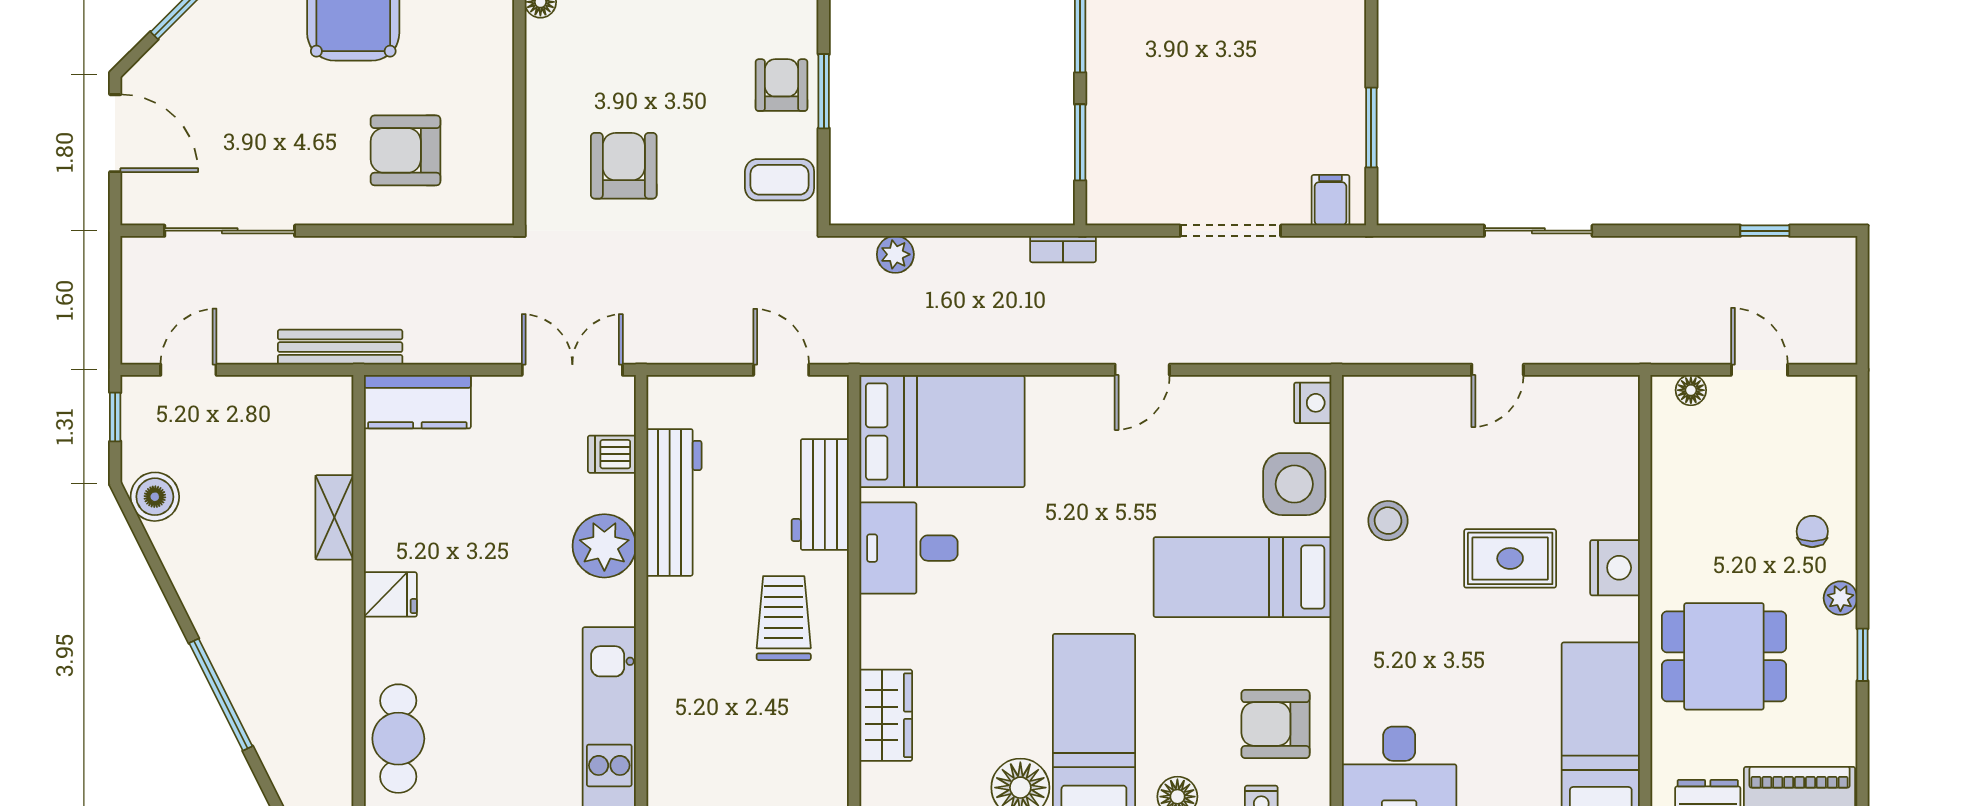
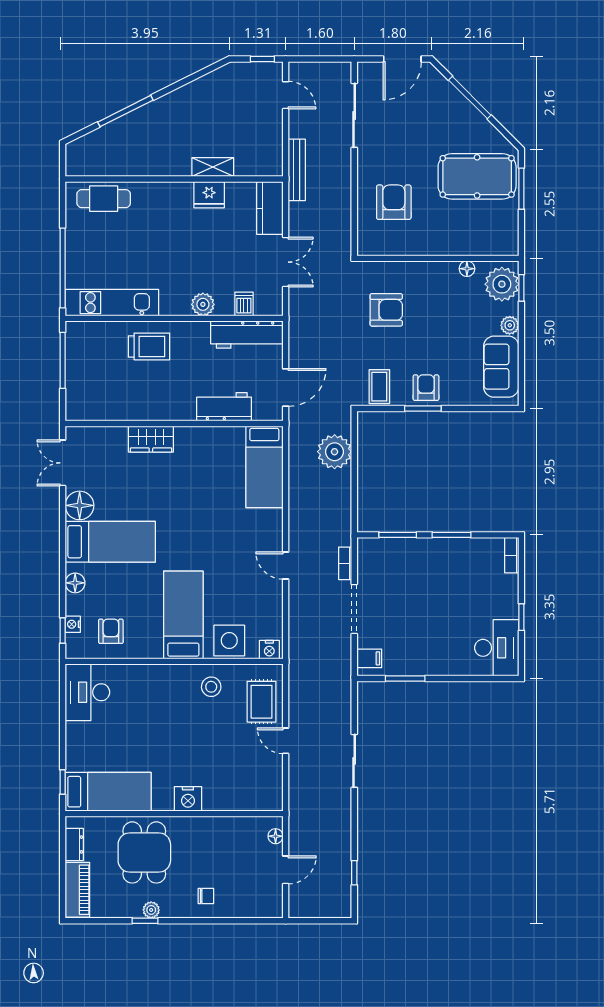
armchair: (782, 85) -> (426, 388), turned -90
bookcase: (1063, 249) -> (345, 563), moved
plant: (895, 254) -> (335, 452), width x1.87, depth x1.87
double door: (572, 370) -> (286, 262), moved
door: (781, 370) -> (286, 387), width x1.38
bed: (942, 431) -> (264, 467), width x0.67
boiler: (155, 497) -> (223, 79), removed
workbench: (674, 502) -> (247, 335), moved
plant: (604, 546) -> (203, 304), width x0.73, depth x0.73
desk: (909, 548) -> (198, 450), removed
rug: (1510, 558) -> (262, 702), moved
fridge: (390, 594) -> (209, 195), moved, width x1.38
plant: (1840, 598) -> (151, 910), moved
trolley: (784, 618) -> (149, 346), moved
wardrobe: (886, 715) -> (151, 439), moved
armchair: (1275, 724) -> (111, 631), width x0.72, depth x0.72

